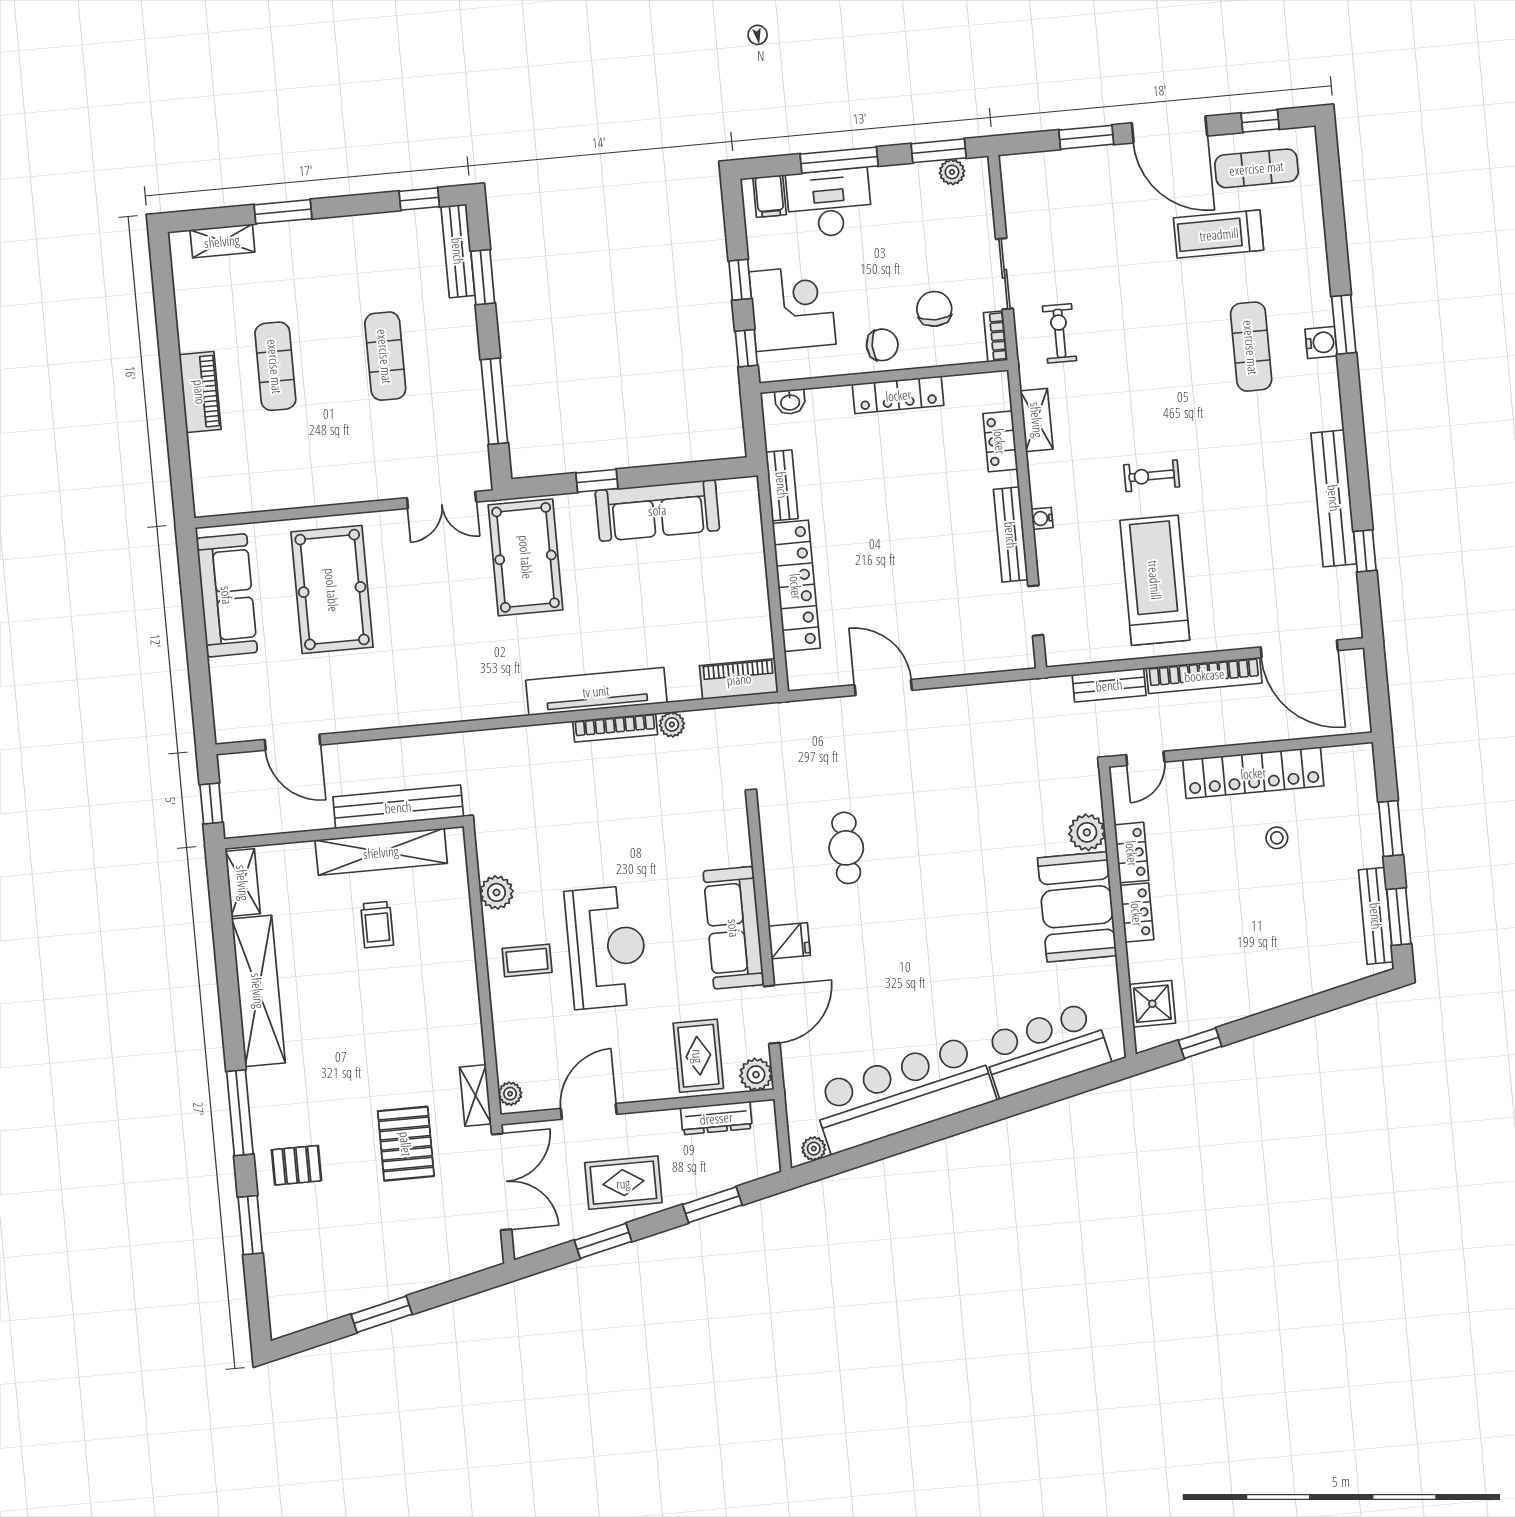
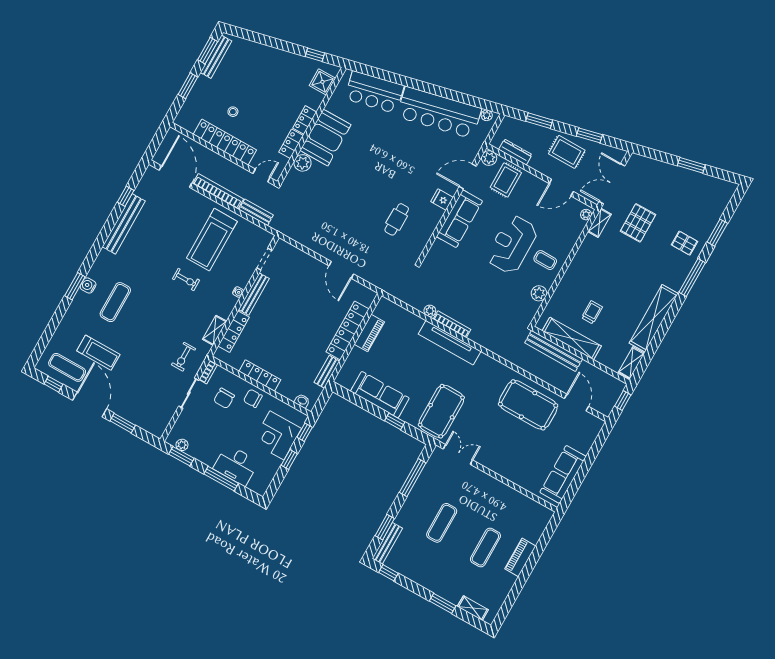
filing cabinet: (770, 196) -> (256, 483), removed
locker: (1000, 441) -> (234, 332), width x1.53
pool table: (332, 590) -> (528, 405), moved, turned 90
piano: (739, 679) -> (369, 333), moved, turned -90

